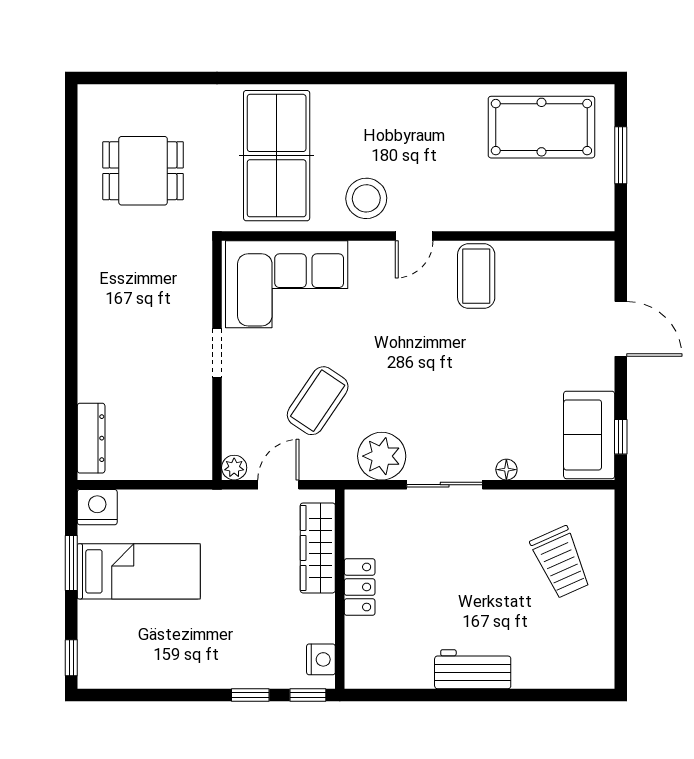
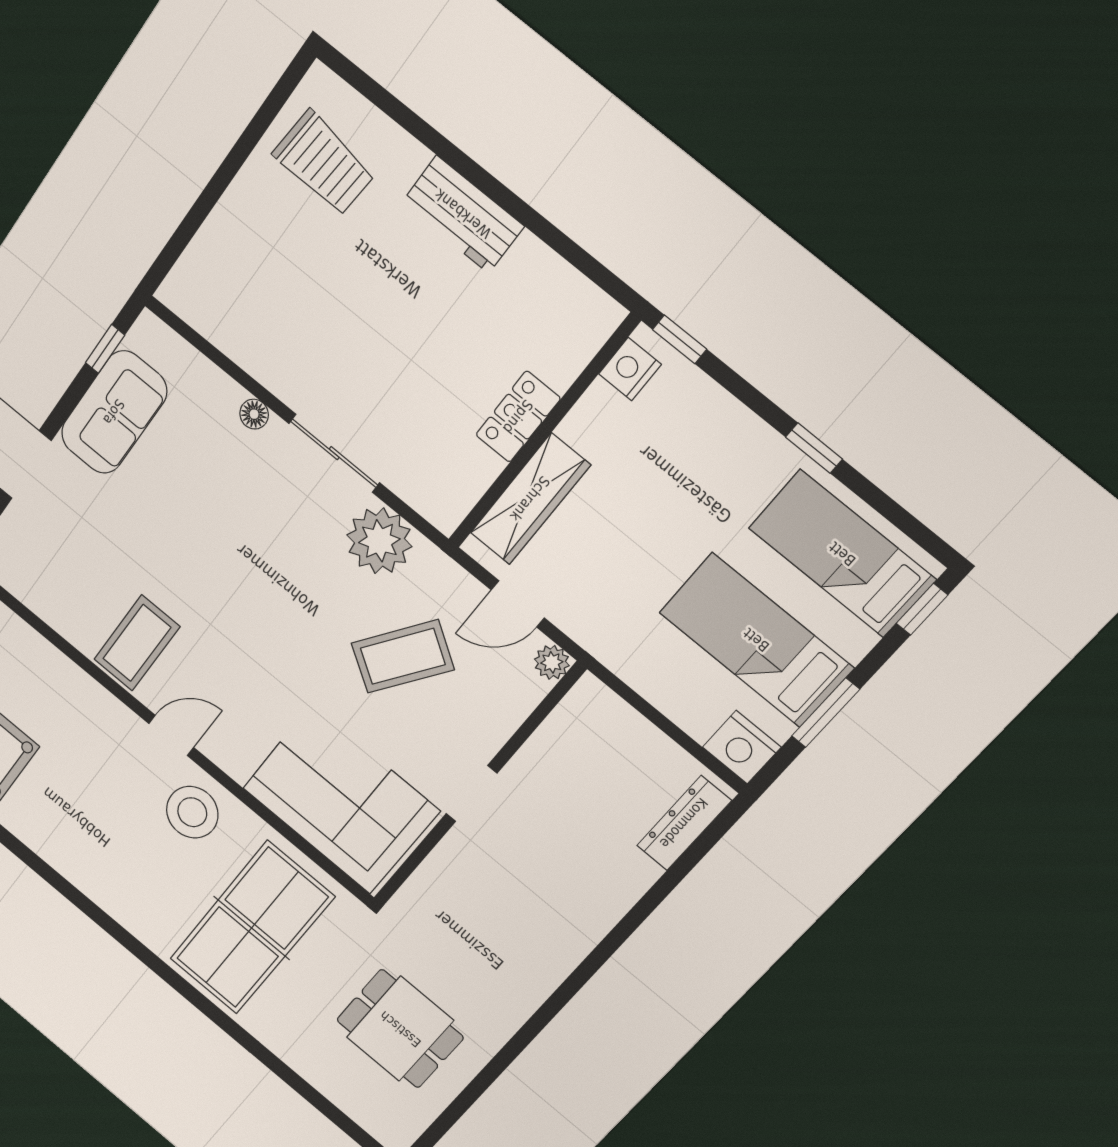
sofa: (589, 435) -> (114, 412), moved
trolley: (561, 562) -> (324, 163), moved, turned 119
bed: (135, 653) -> (842, 554), added
window: (250, 695) -> (814, 448), moved

